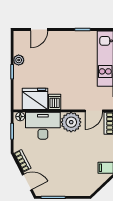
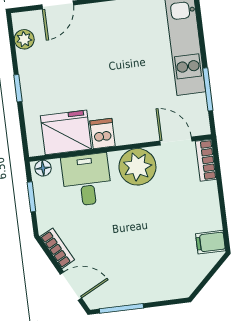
plant: (19, 60) -> (24, 39), moved
door: (94, 111) -> (176, 141), swing flipped
desk: (43, 126) -> (87, 180), width x0.73

